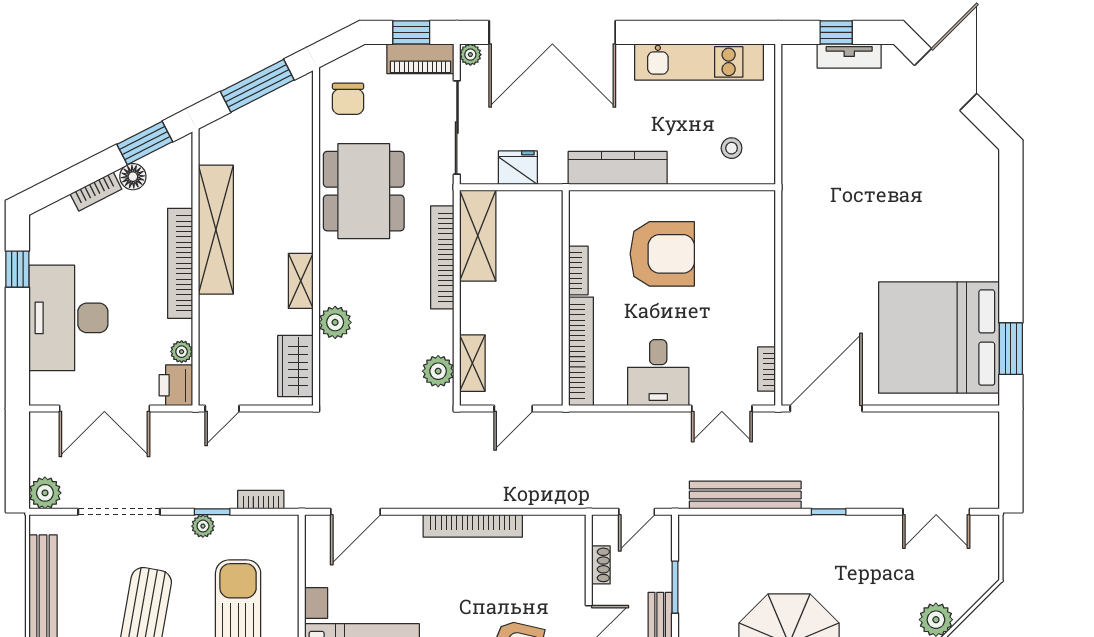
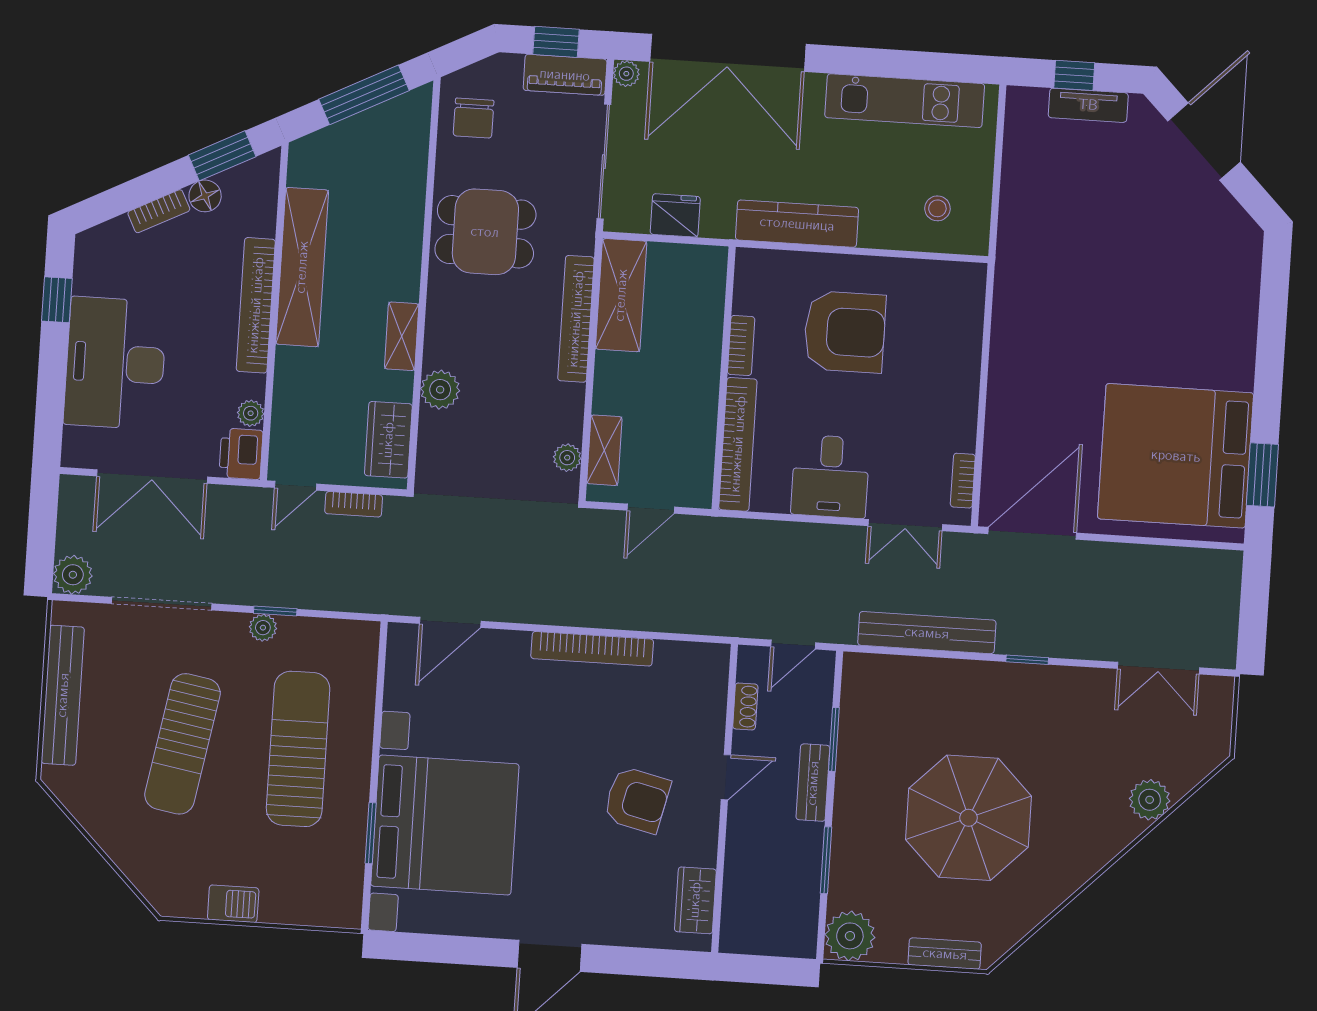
dining table: (364, 191) -> (485, 232), width x0.73
plant: (438, 371) -> (567, 458), width x0.73, depth x0.73
bookcase: (261, 500) -> (354, 504), moved, turned 180

